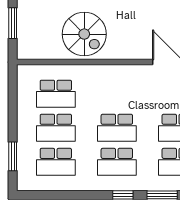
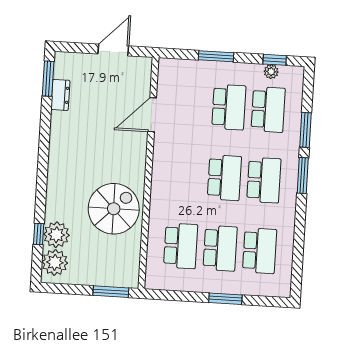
window: (13, 23) -> (111, 292), moved
window: (13, 156) -> (225, 299), moved
window: (123, 195) -> (303, 175), width x1.50

